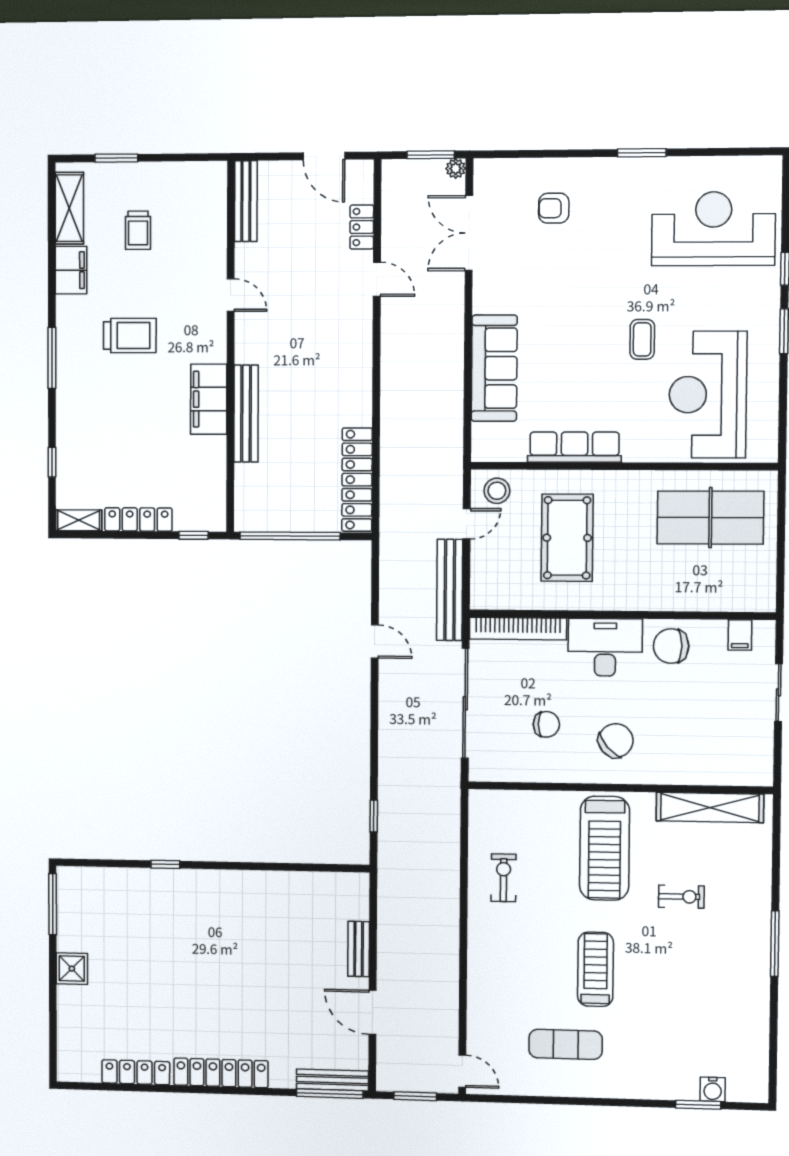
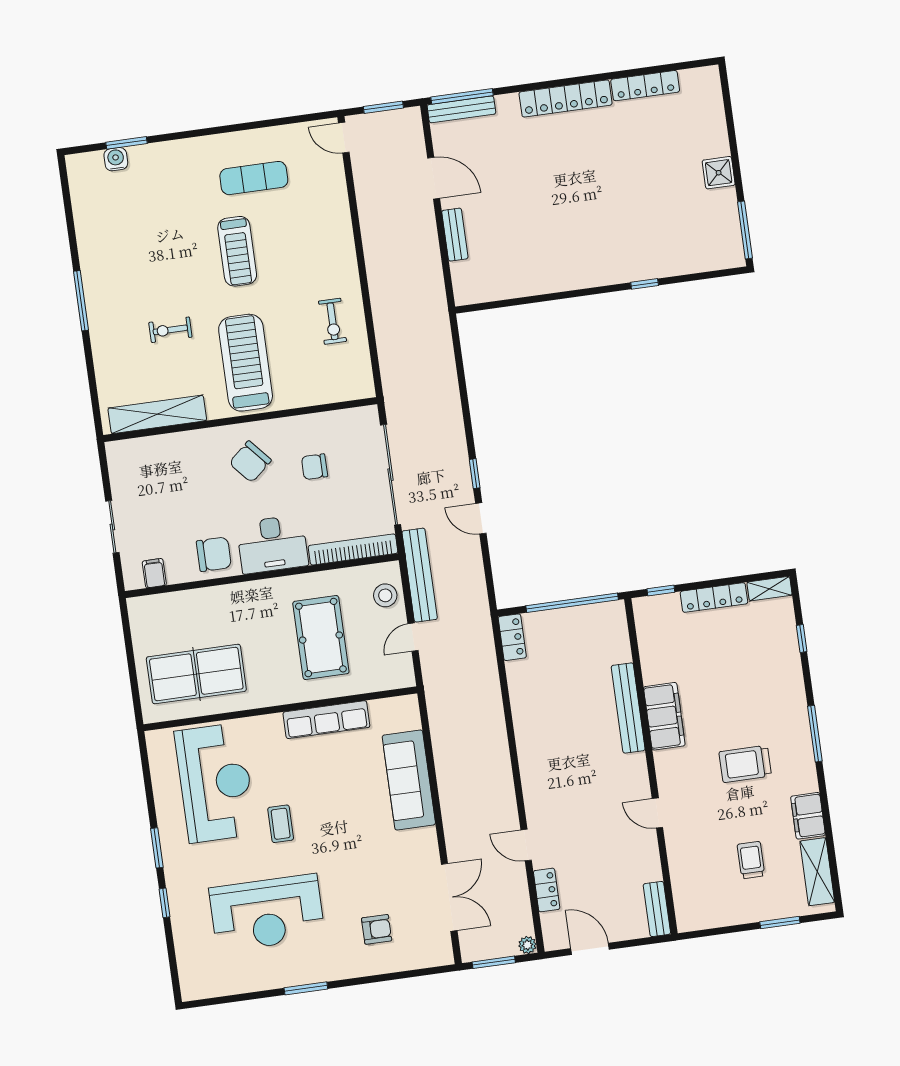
plant: (456, 169) -> (527, 945), moved
bench: (246, 201) -> (657, 909), width x0.73
reception desk: (713, 229) -> (267, 913), moved
locker: (357, 480) -> (512, 637), width x0.46, depth x0.83
stool: (497, 491) -> (385, 595), moved
window: (374, 816) -> (475, 474), moved

